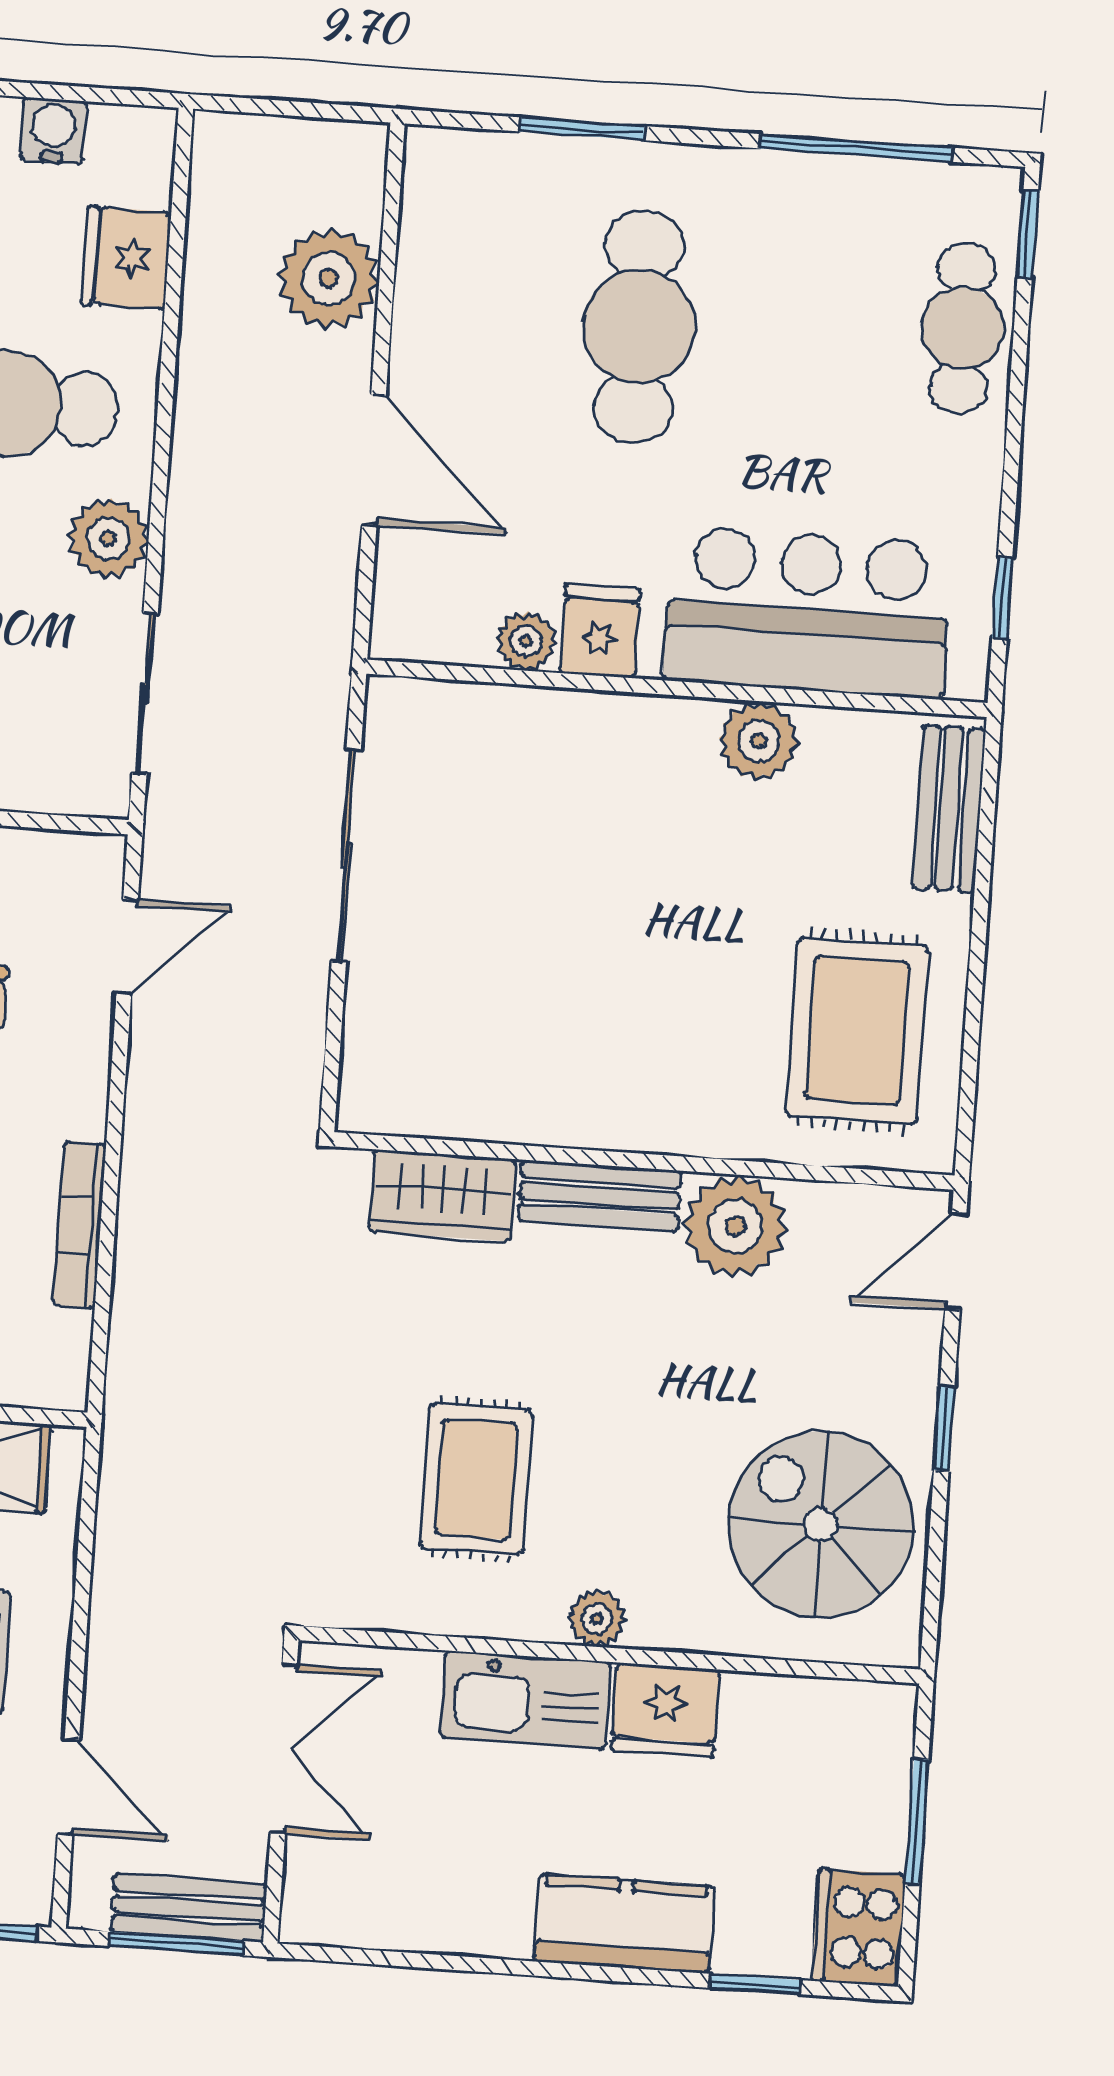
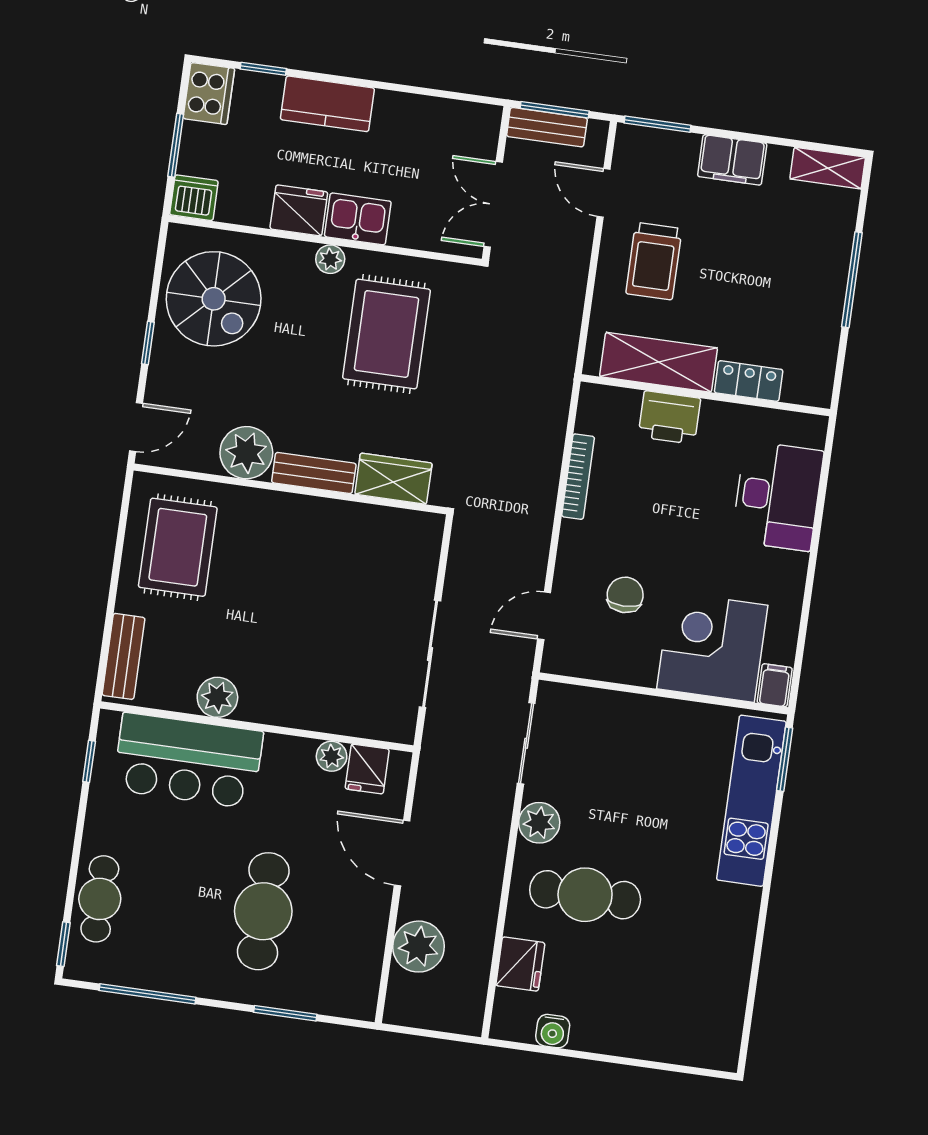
fridge: (600, 631) -> (367, 769), moved
rug: (476, 1479) -> (386, 334), width x1.36, depth x1.43
kitchen sink: (526, 1700) -> (358, 219), width x0.73
dishwasher: (874, 1721) -> (194, 198), added

